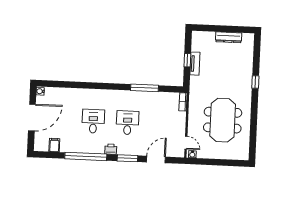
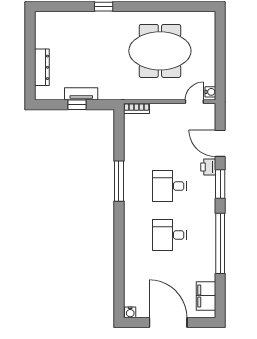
dresser: (229, 37) -> (42, 67), moved
window: (144, 88) -> (119, 181), moved
filing cabinet: (54, 145) -> (206, 296), width x2.00
printer: (111, 149) -> (208, 167), moved

